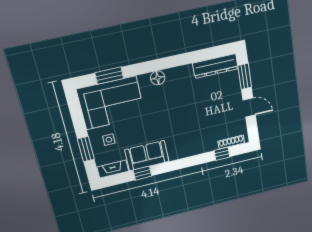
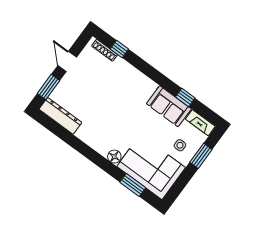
floor lamp: (158, 78) -> (114, 157), moved

